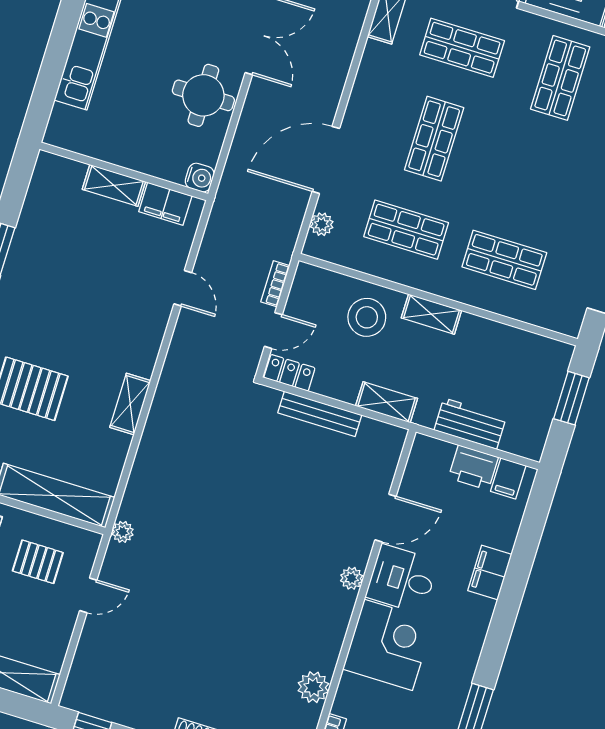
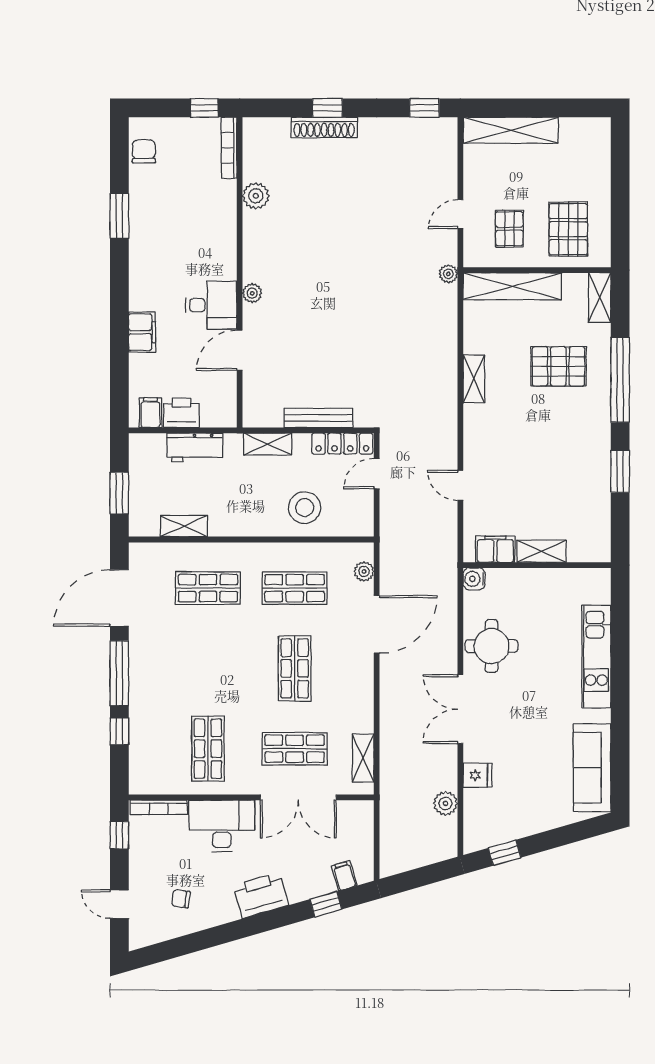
bookcase: (275, 284) -> (387, 512), removed
shelving: (431, 314) -> (184, 526), moved
locker: (289, 373) -> (342, 444), width x1.53
pallet: (38, 562) -> (509, 229), turned 90
corner desk: (388, 645) -> (206, 249), removed

